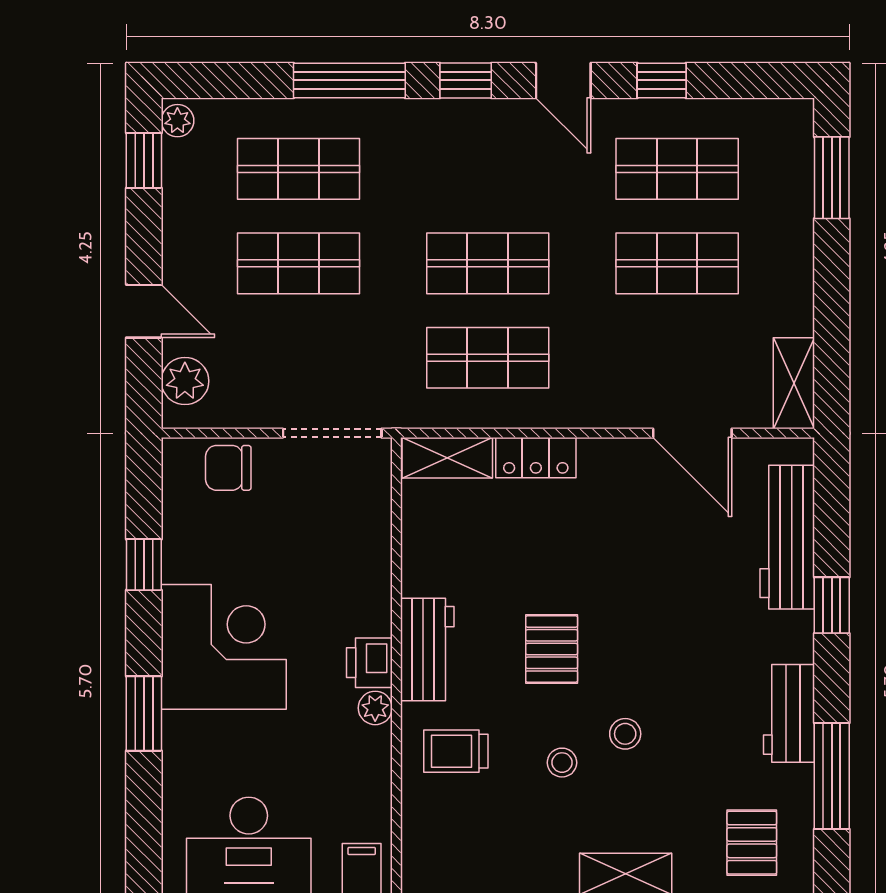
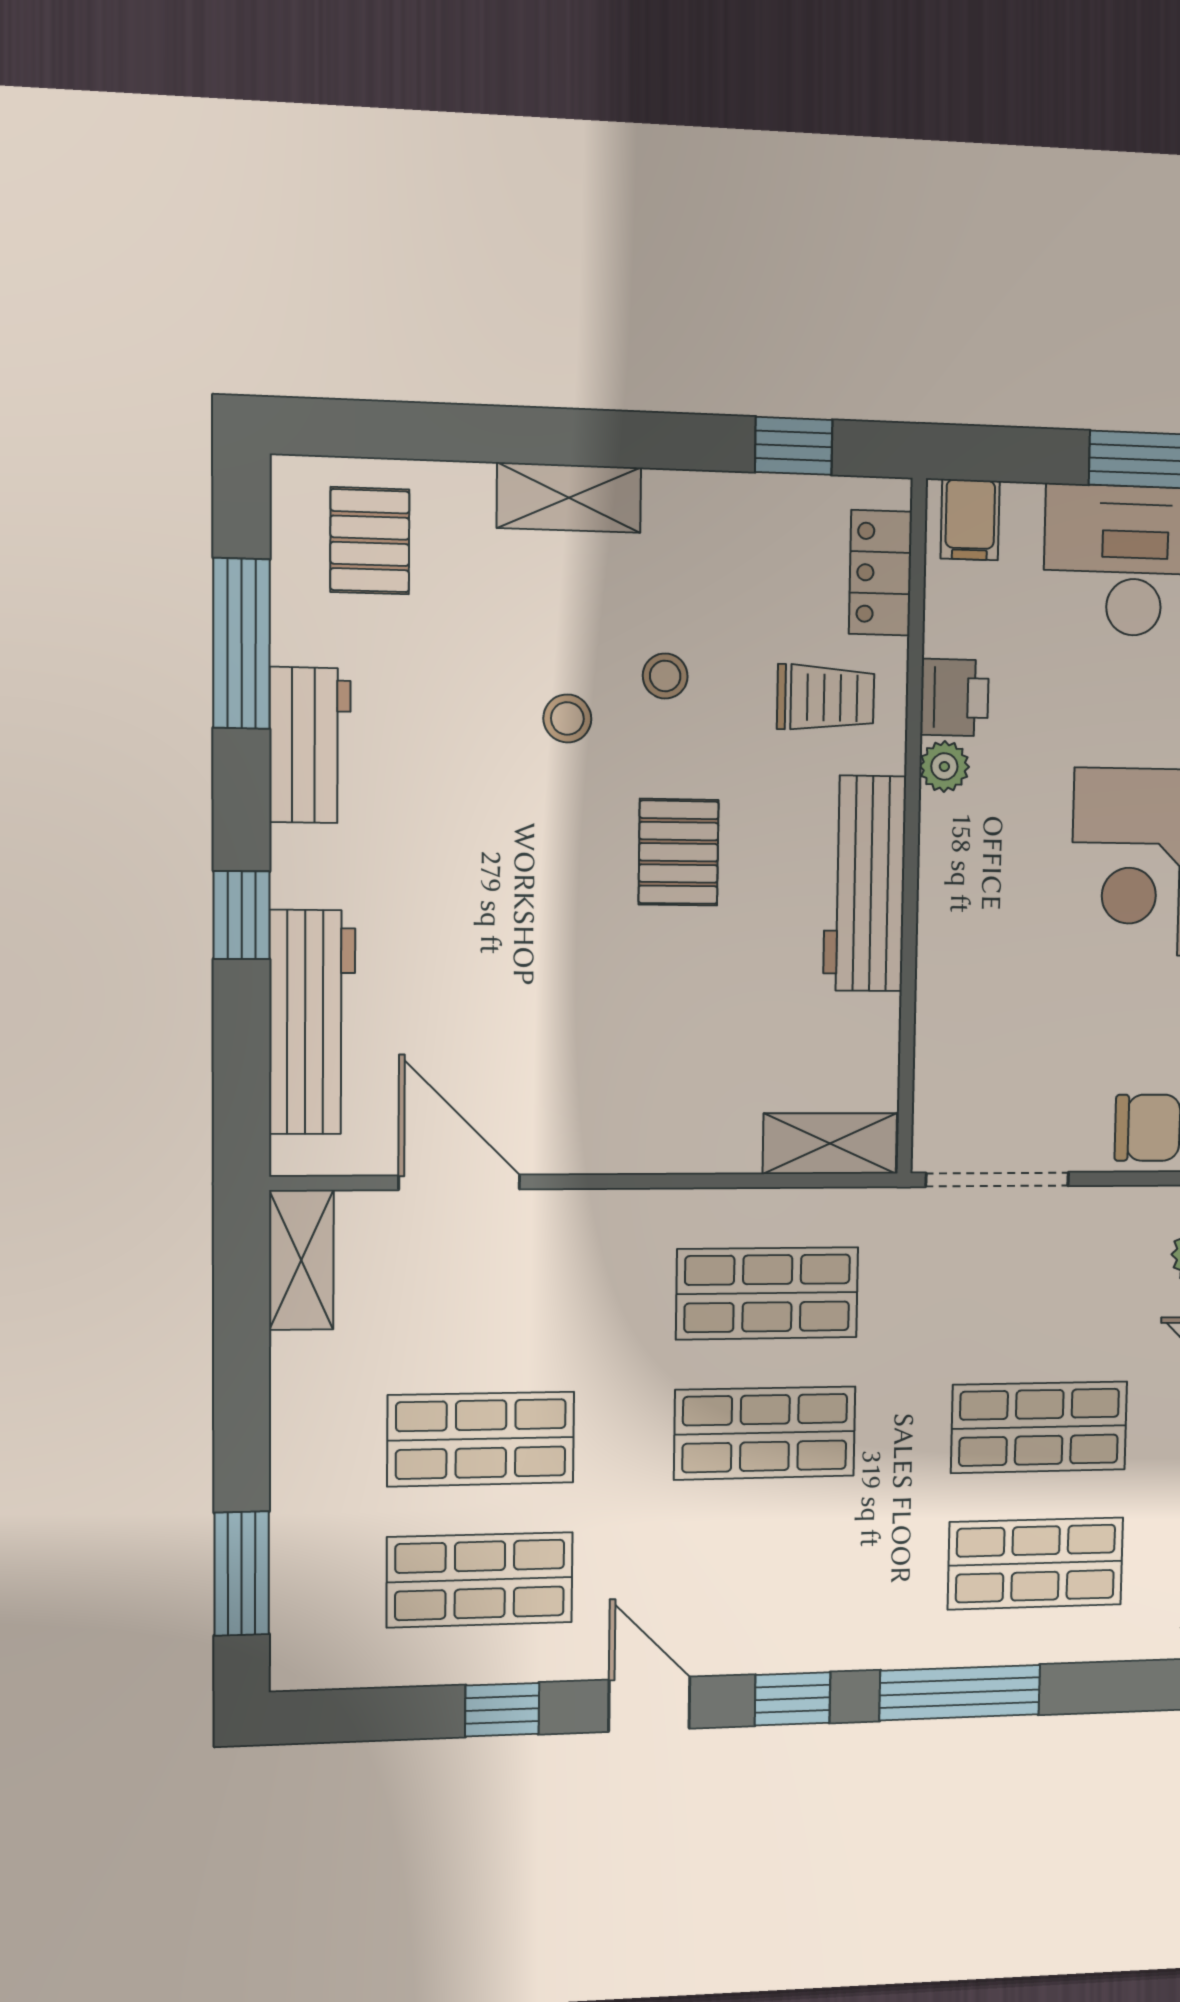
locker: (536, 458) -> (881, 573), moved, turned -90
workbench: (427, 649) -> (865, 884), width x1.38
printer: (369, 663) -> (955, 698), moved

